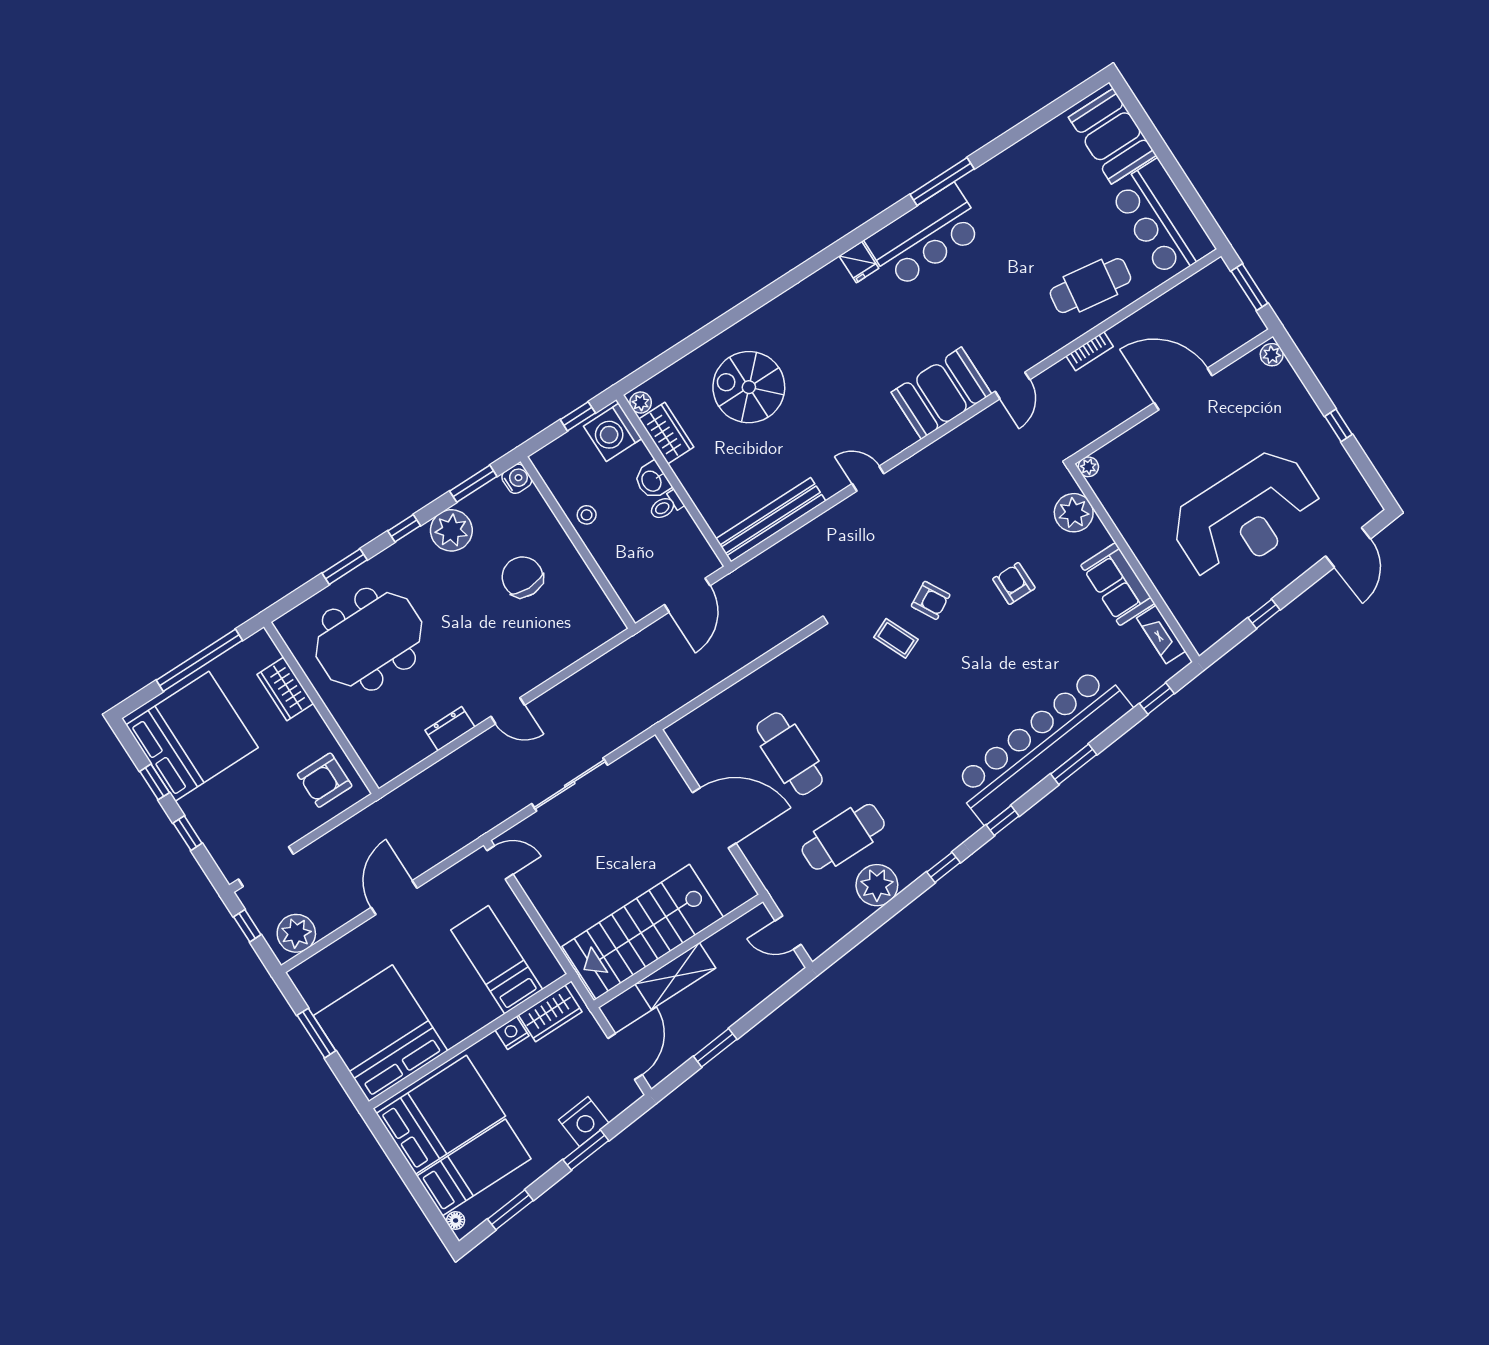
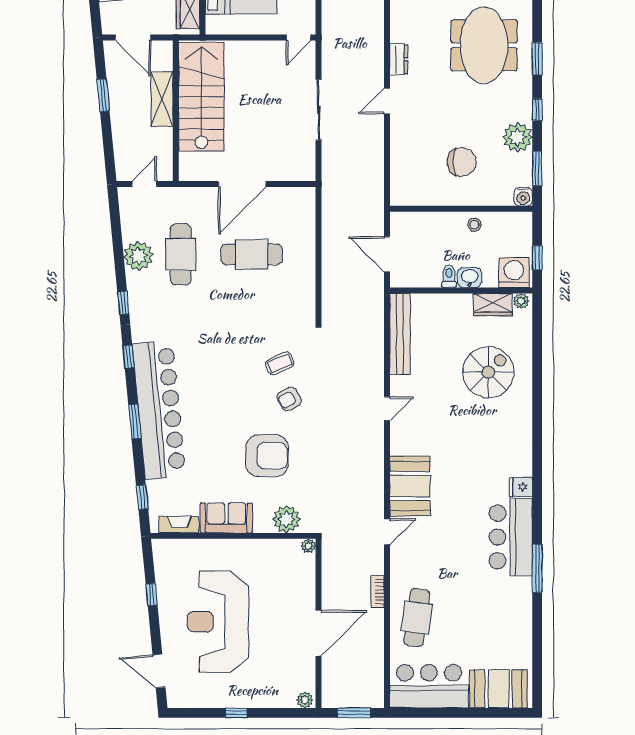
door: (1012, 386) -> (387, 532), swing flipped
armchair: (1014, 583) -> (267, 456), width x1.88, depth x1.88

